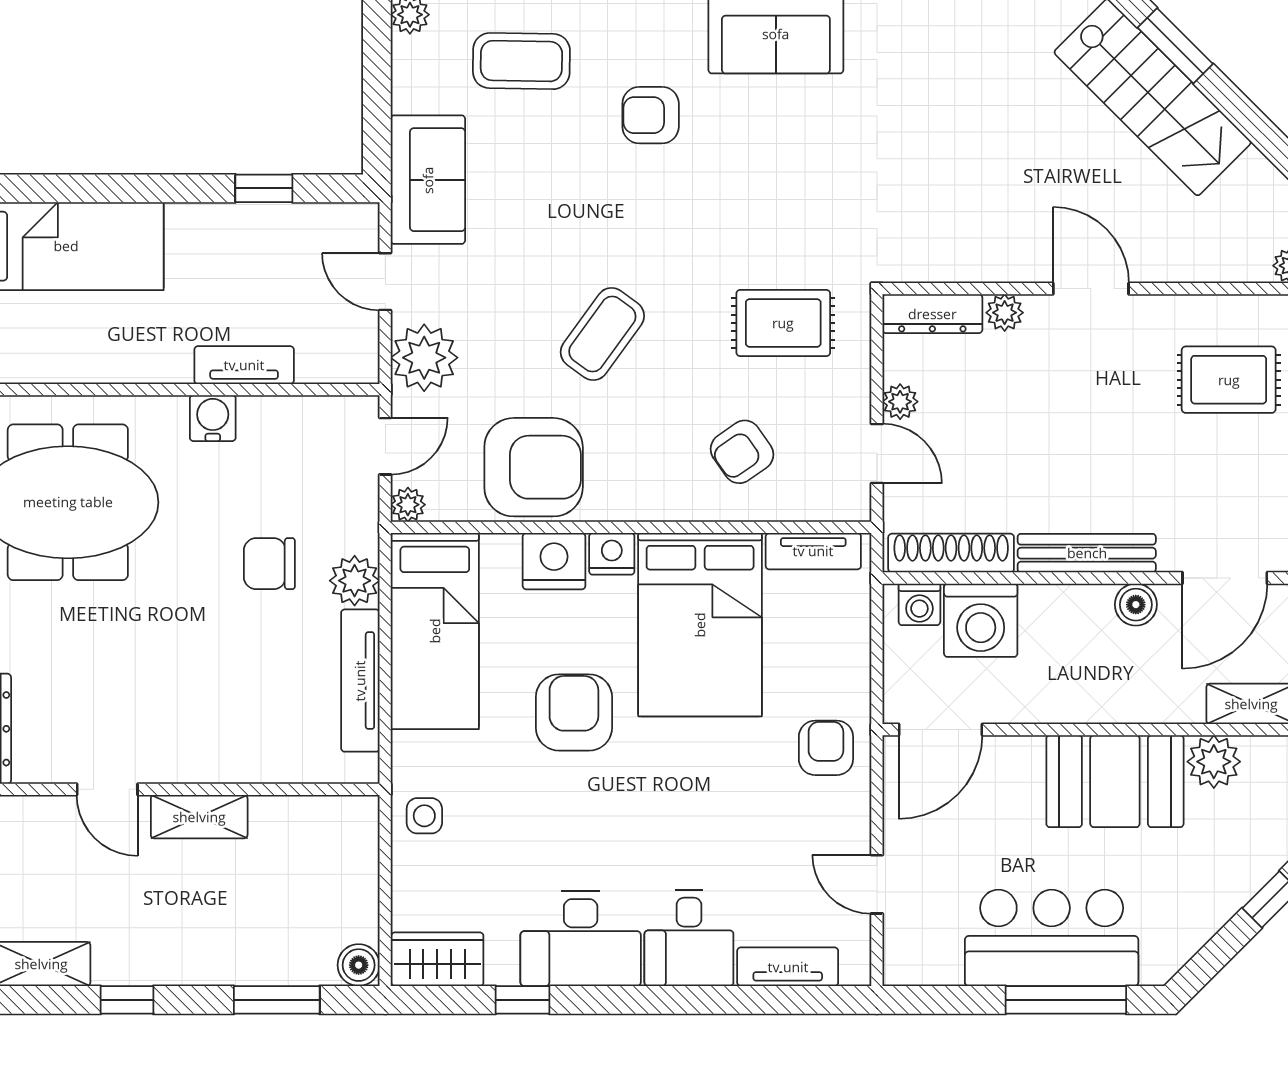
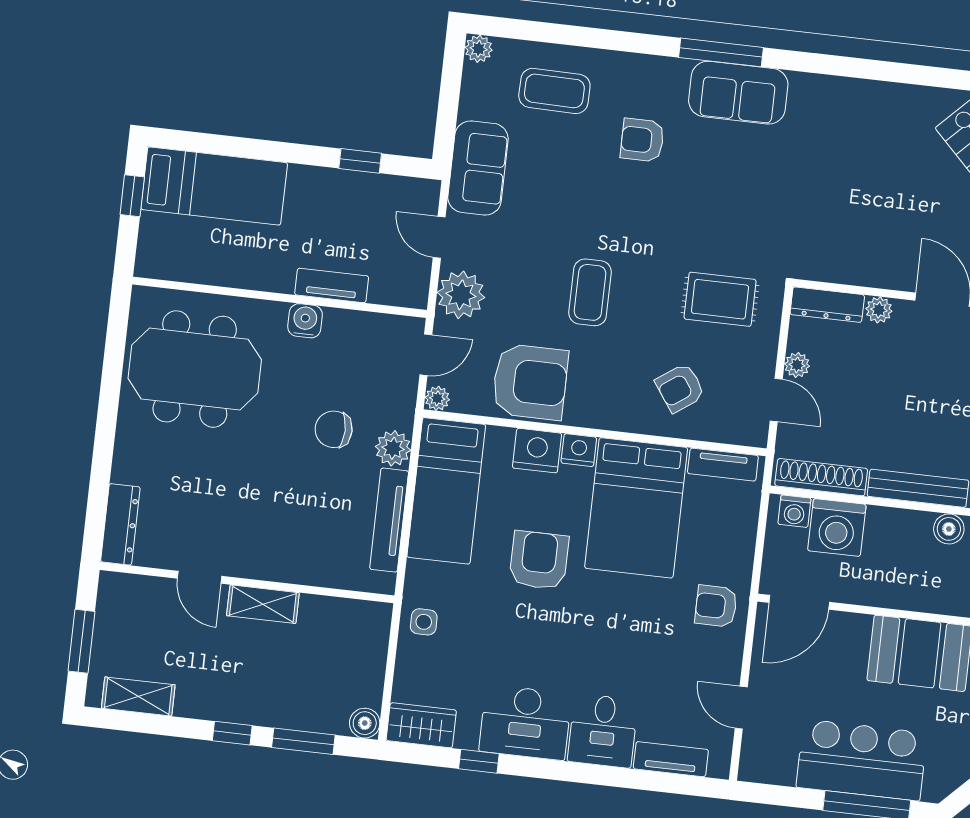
coffee table: (602, 334) -> (590, 292), turned -36
armchair: (826, 748) -> (716, 606), turned -90
window: (127, 1000) -> (232, 733), moved

